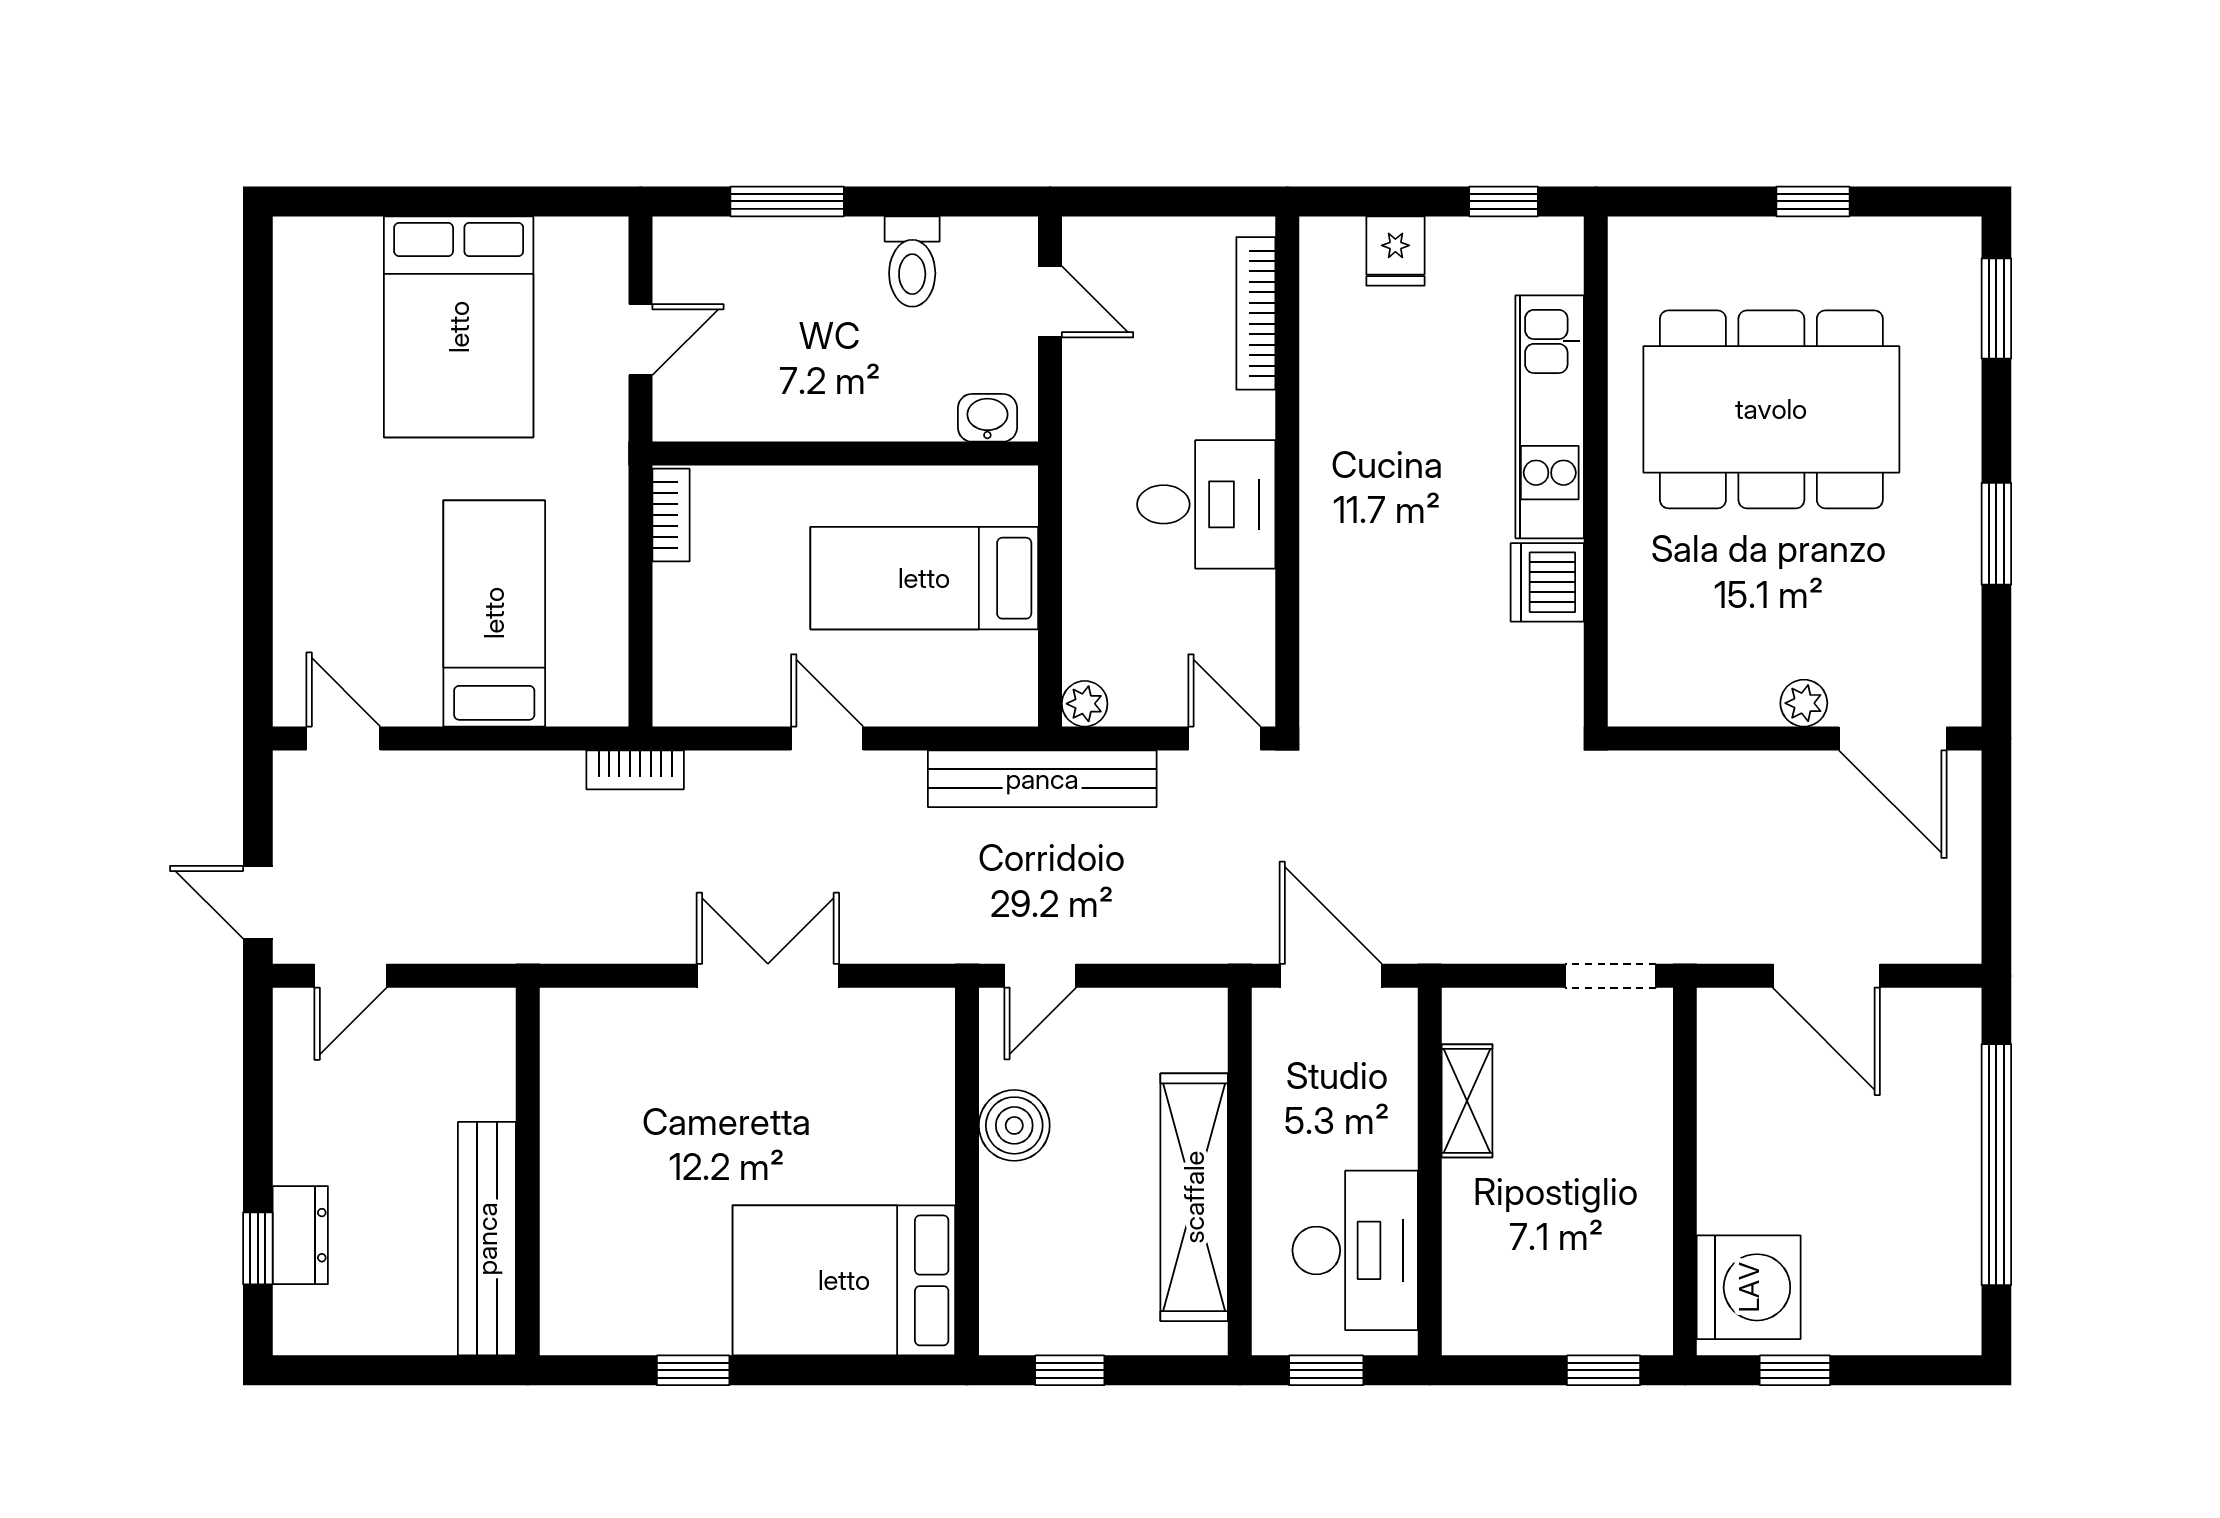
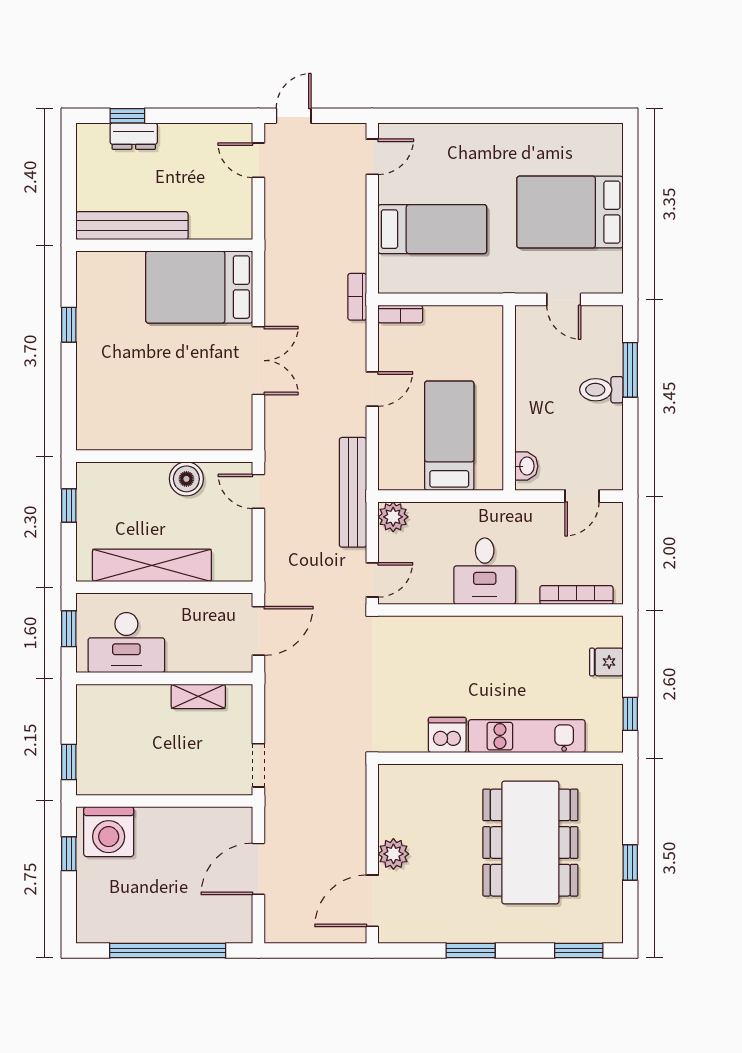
toilet: (912, 261) -> (601, 390), moved
bookcase: (671, 515) -> (400, 314), moved
plant: (1804, 703) -> (393, 854), width x1.38, depth x1.38
plant: (1085, 704) -> (393, 517), width x1.38, depth x1.38
bed: (844, 1280) -> (199, 287), moved, turned -90

